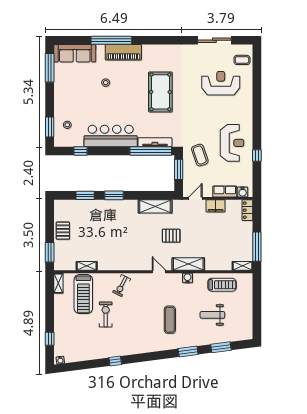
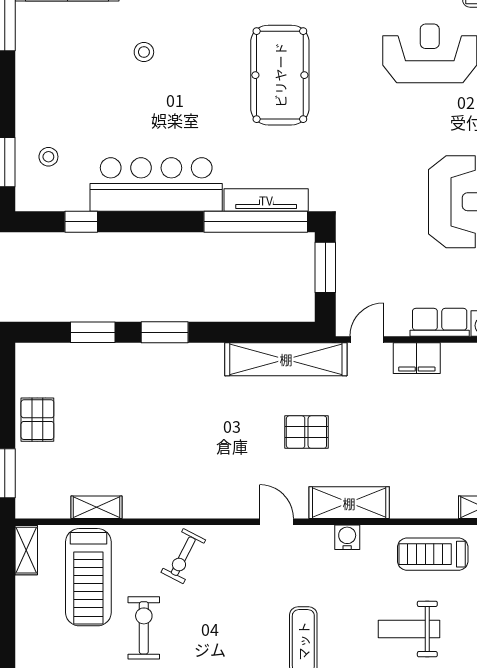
coffee table: (200, 155) -> (378, 232), removed
shelving: (155, 206) -> (286, 359), width x1.47
treadmill: (222, 285) -> (433, 554), turned 180

